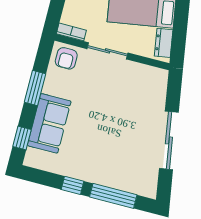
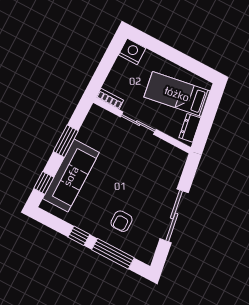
armchair: (66, 58) -> (122, 221), moved
sofa: (49, 123) -> (71, 176), width x1.36

